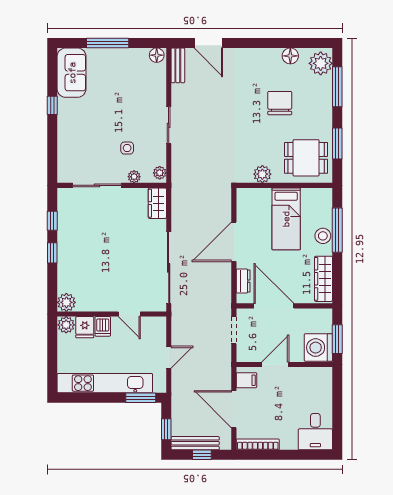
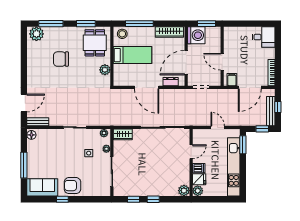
floor lamp: (290, 56) -> (32, 52), removed
armchair: (75, 122) -> (72, 186), added
stool: (323, 236) -> (122, 34), moved
washing machine: (318, 348) -> (196, 35), moved, turned -90

